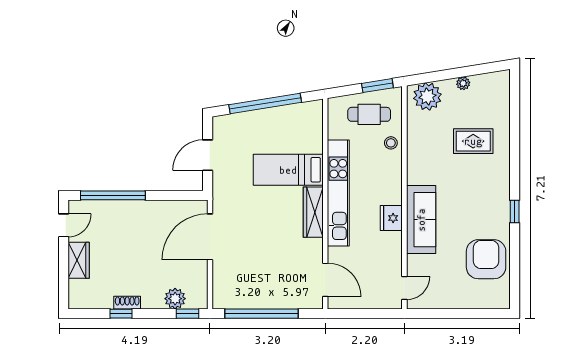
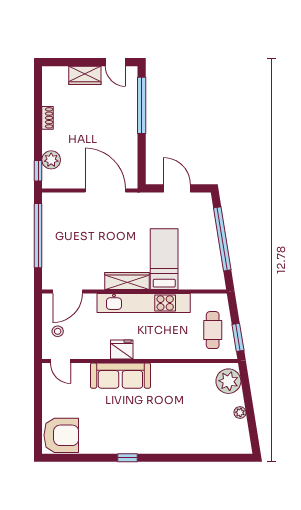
rug: (473, 141) -> (189, 421), removed
stool: (391, 143) -> (58, 331), moved
armchair: (486, 259) -> (61, 435), moved
window: (121, 314) -> (38, 112), removed

